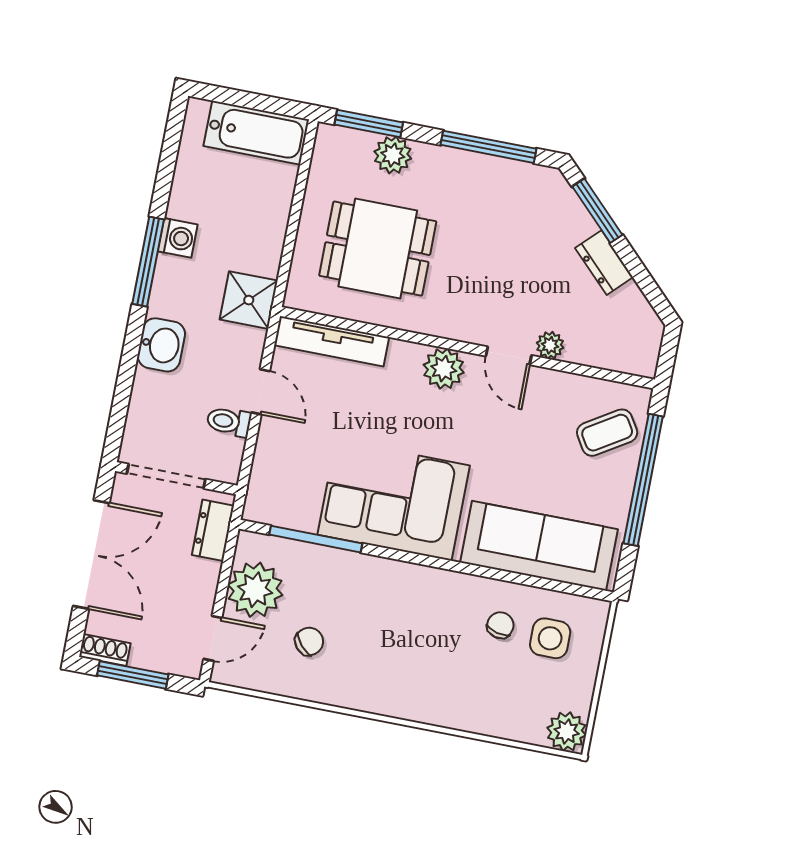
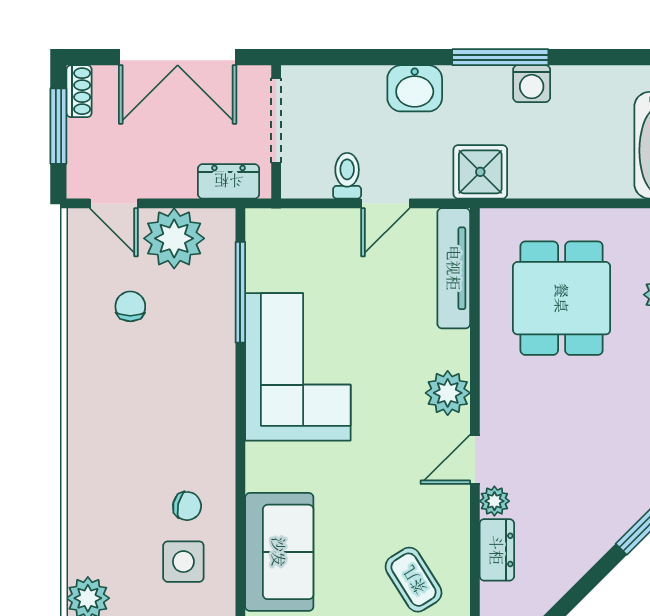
dresser: (604, 263) -> (497, 550), moved, turned 135
sofa: (539, 546) -> (279, 552), width x0.73
chair: (309, 641) -> (130, 306), turned -139

